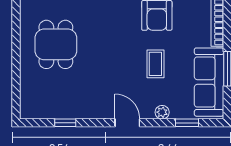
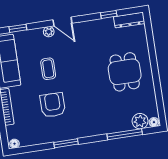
dresser: (39, 111) -> (129, 20), added
plant: (162, 112) -> (49, 32), moved

